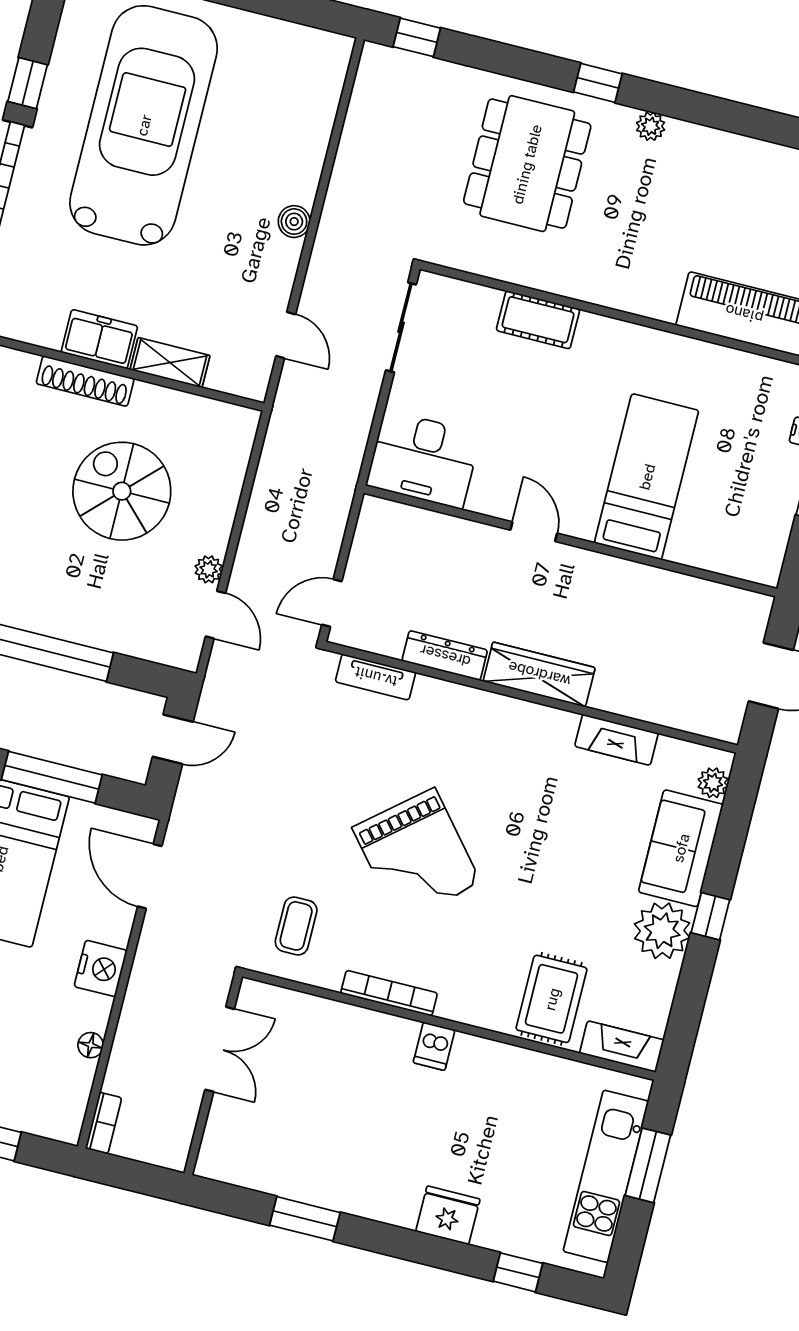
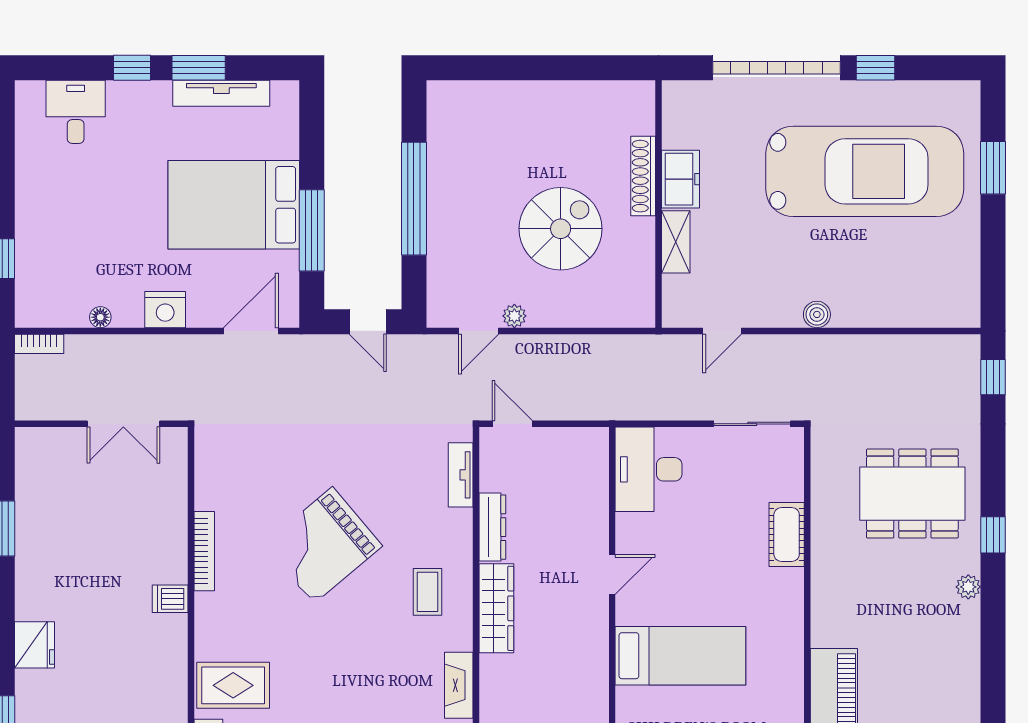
coffee table: (296, 926) -> (427, 592), moved, turned 90

